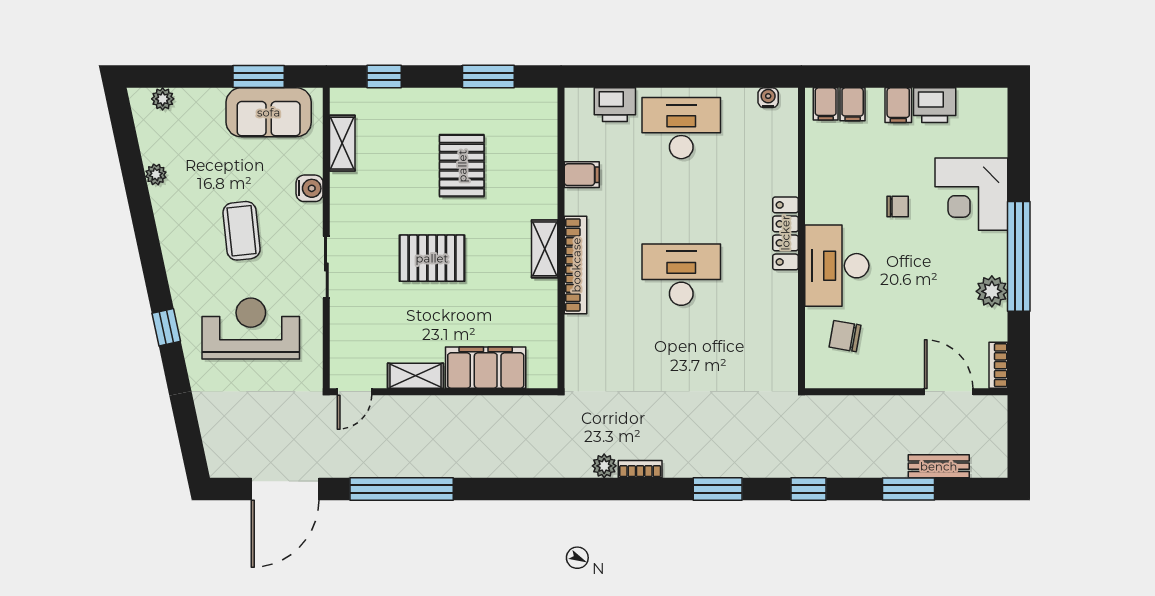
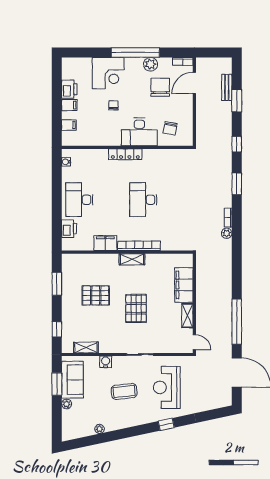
plant: (163, 99) -> (67, 404), moved
filing cabinet: (826, 104) -> (69, 137), removed
filing cabinet: (582, 175) -> (105, 243), width x2.00
chair: (939, 313) -> (160, 87), added

